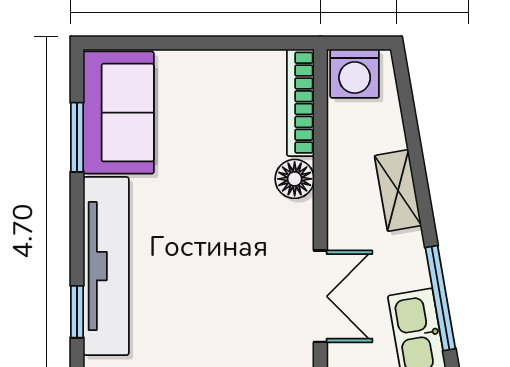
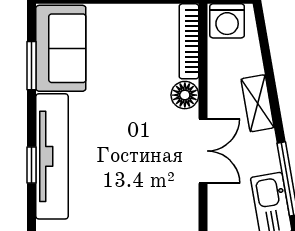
double door: (320, 296) -> (203, 151), moved
window: (77, 312) -> (32, 165), moved

